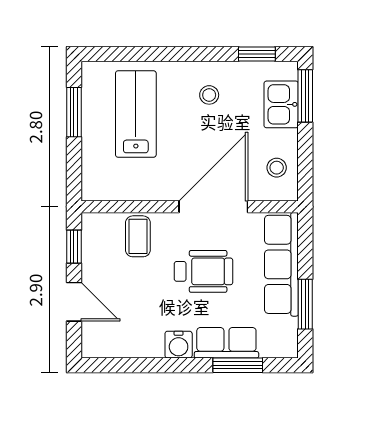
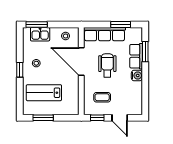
window: (257, 54) -> (20, 70), moved
coffee table: (138, 236) -> (102, 97), moved
door: (74, 302) -> (120, 118), swing flipped

